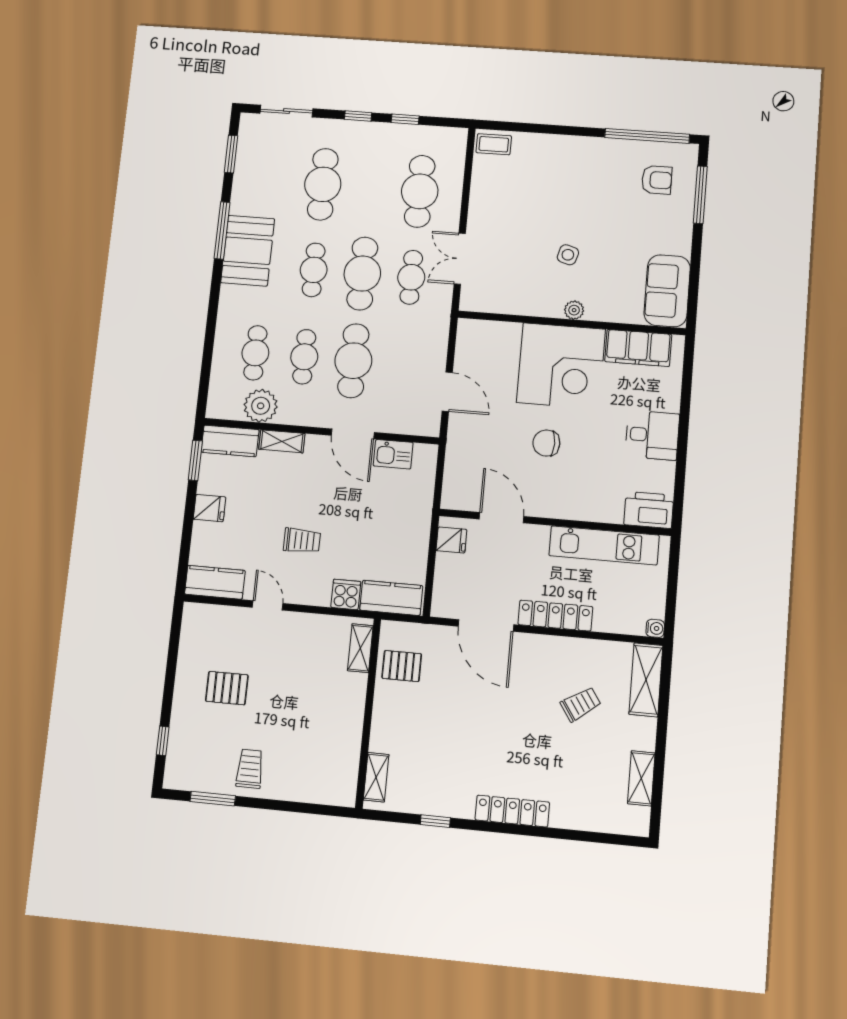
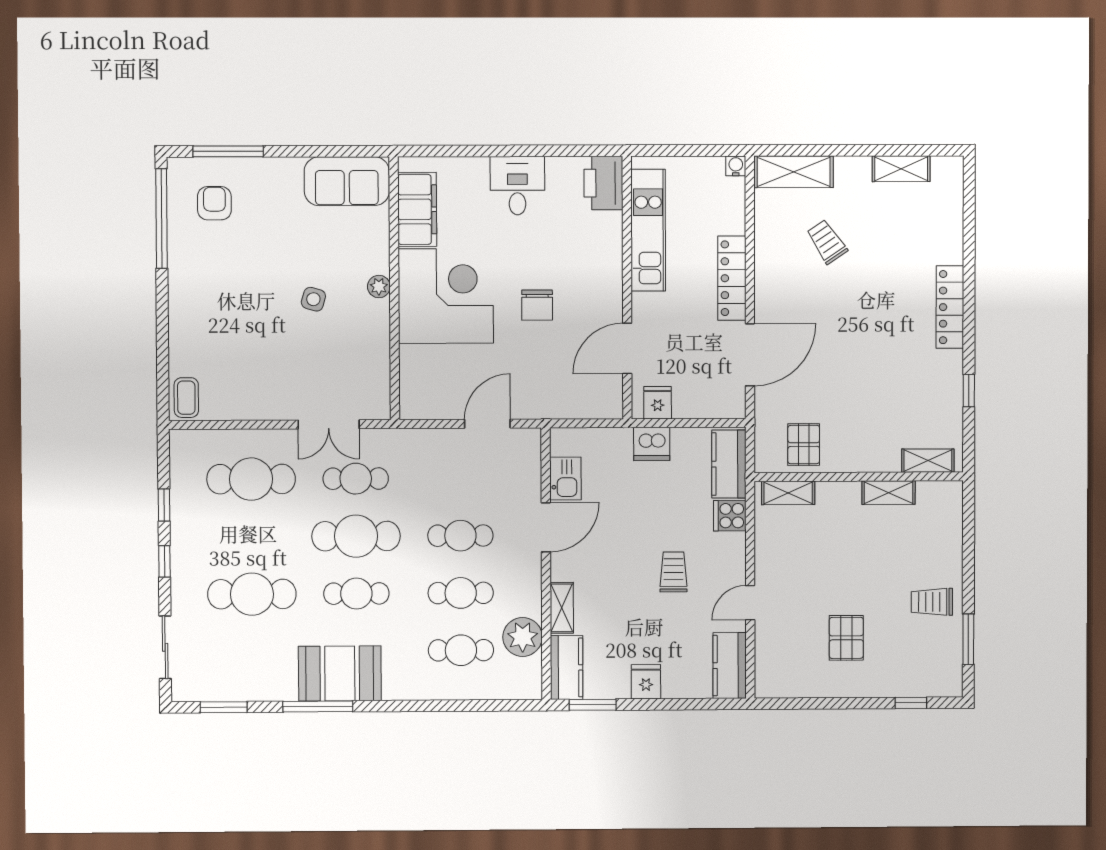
cafe table: (353, 361) -> (460, 536), width x0.73, depth x0.74
dishwasher: (416, 532) -> (652, 444), added
shelving: (351, 739) -> (889, 493), added

